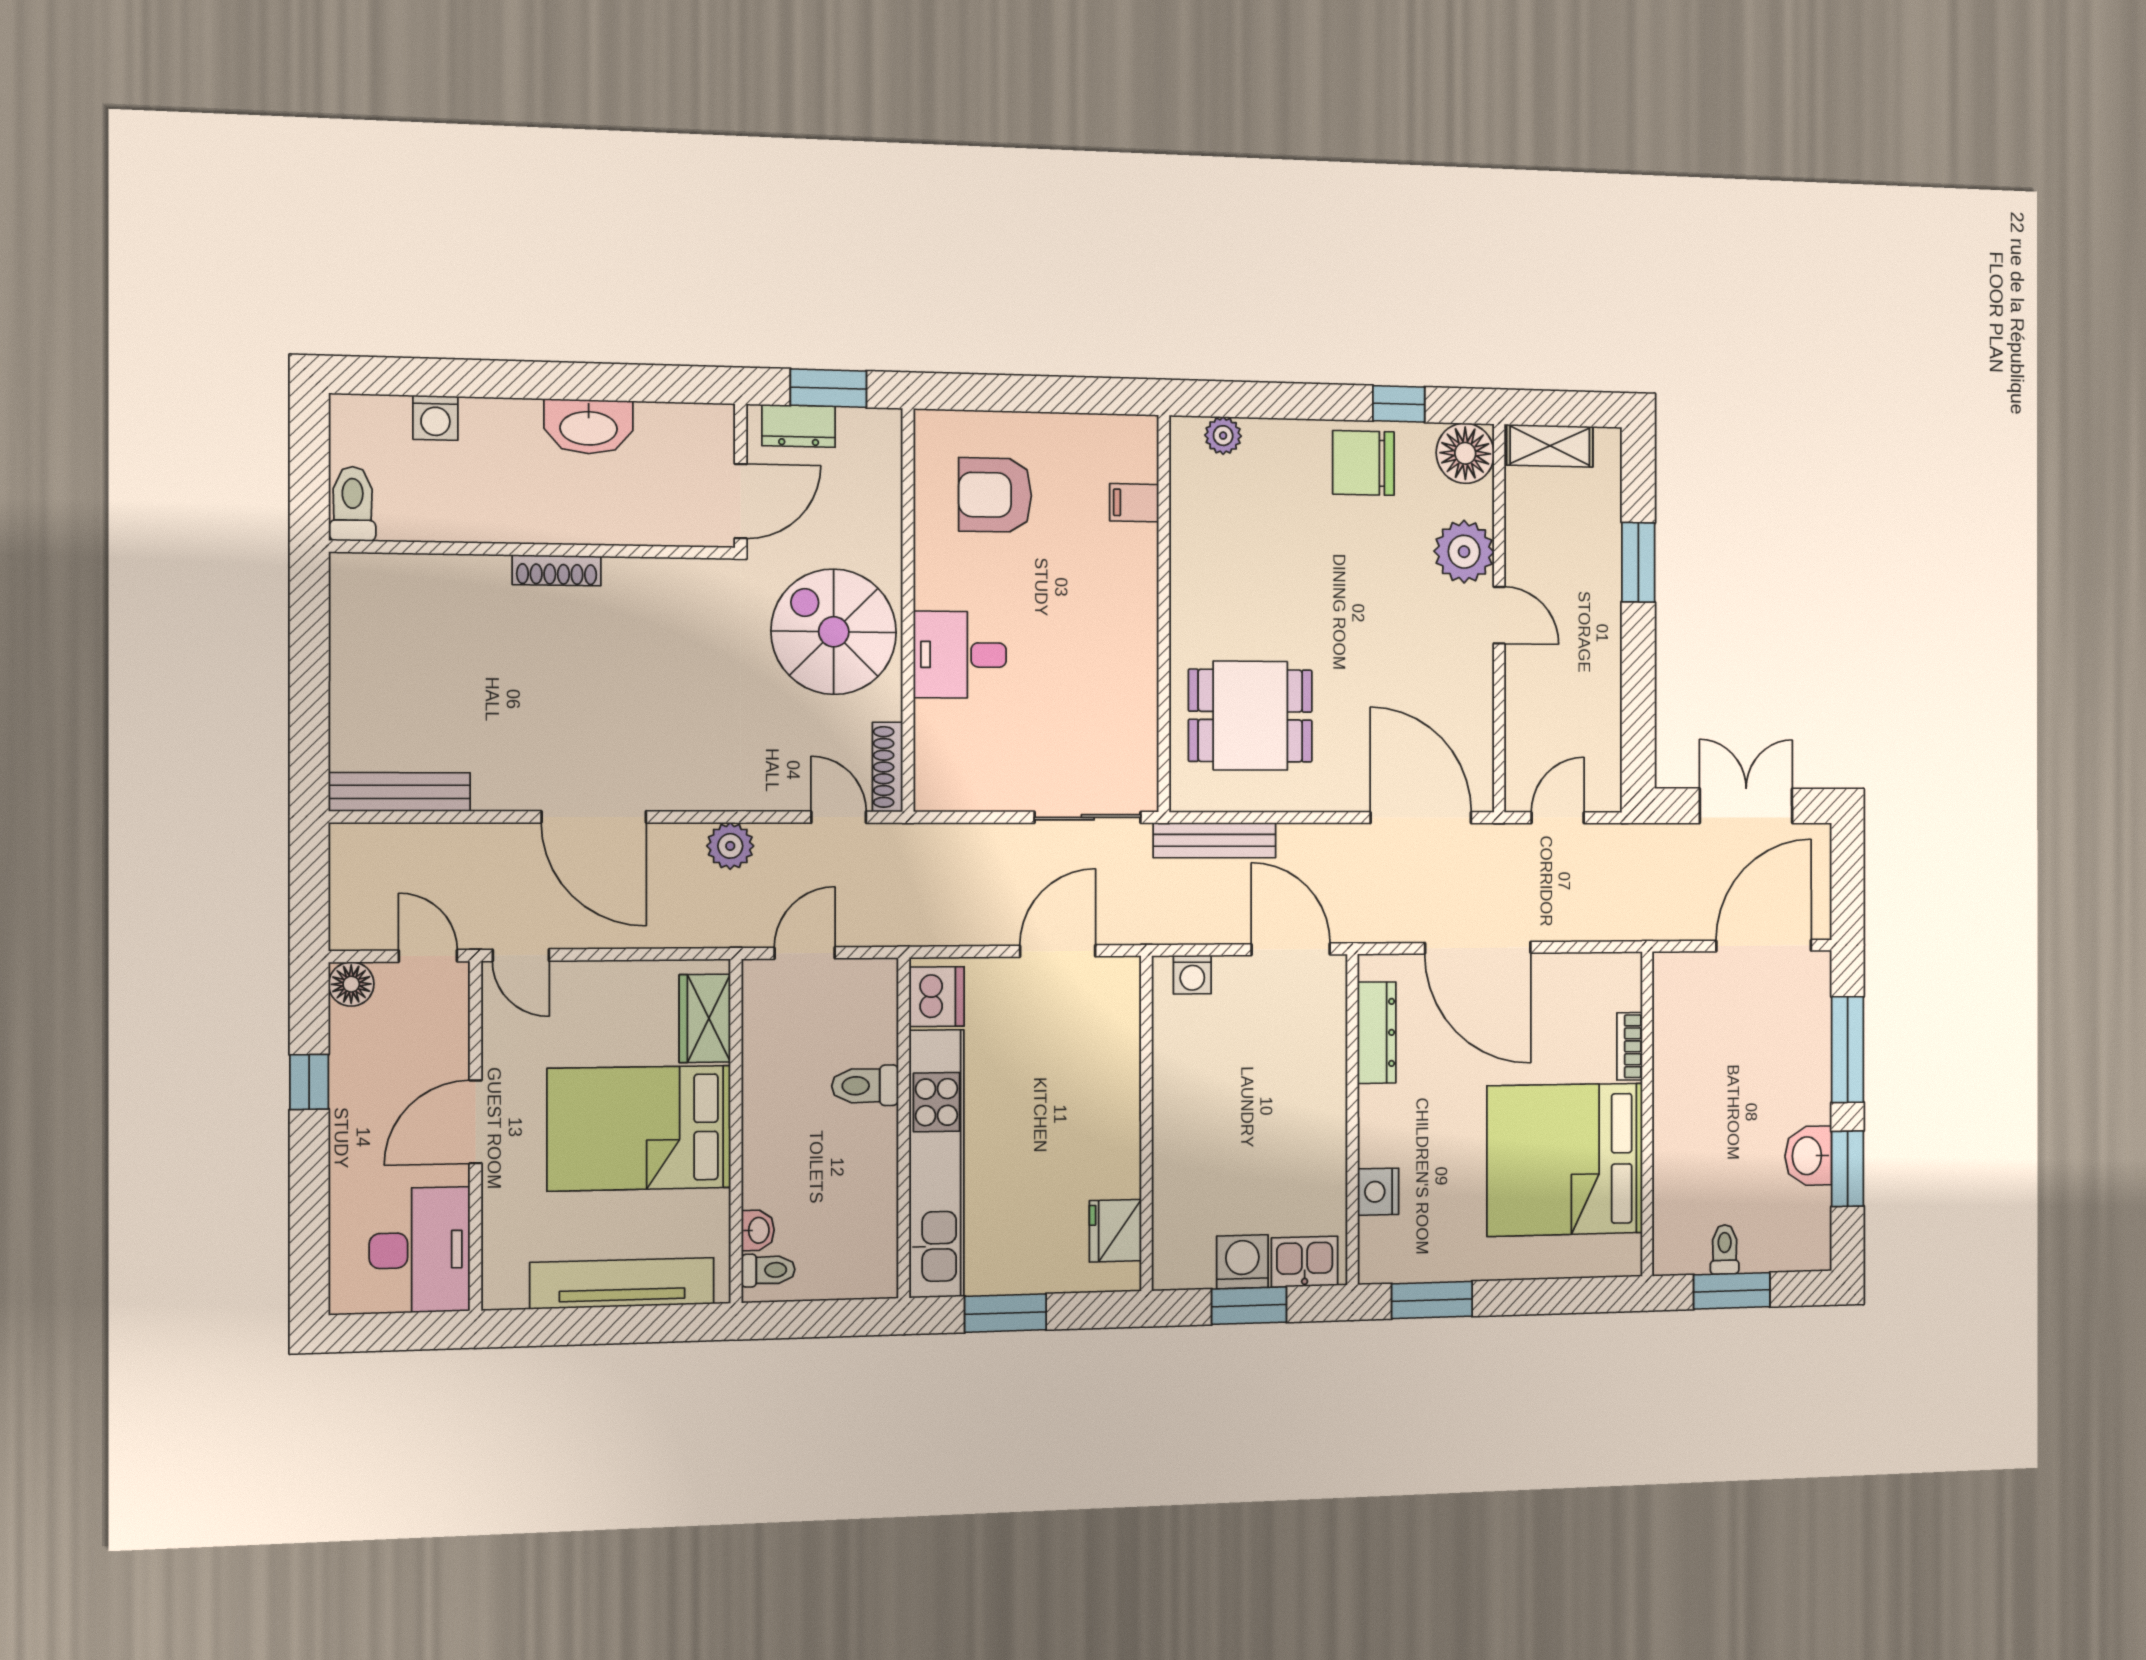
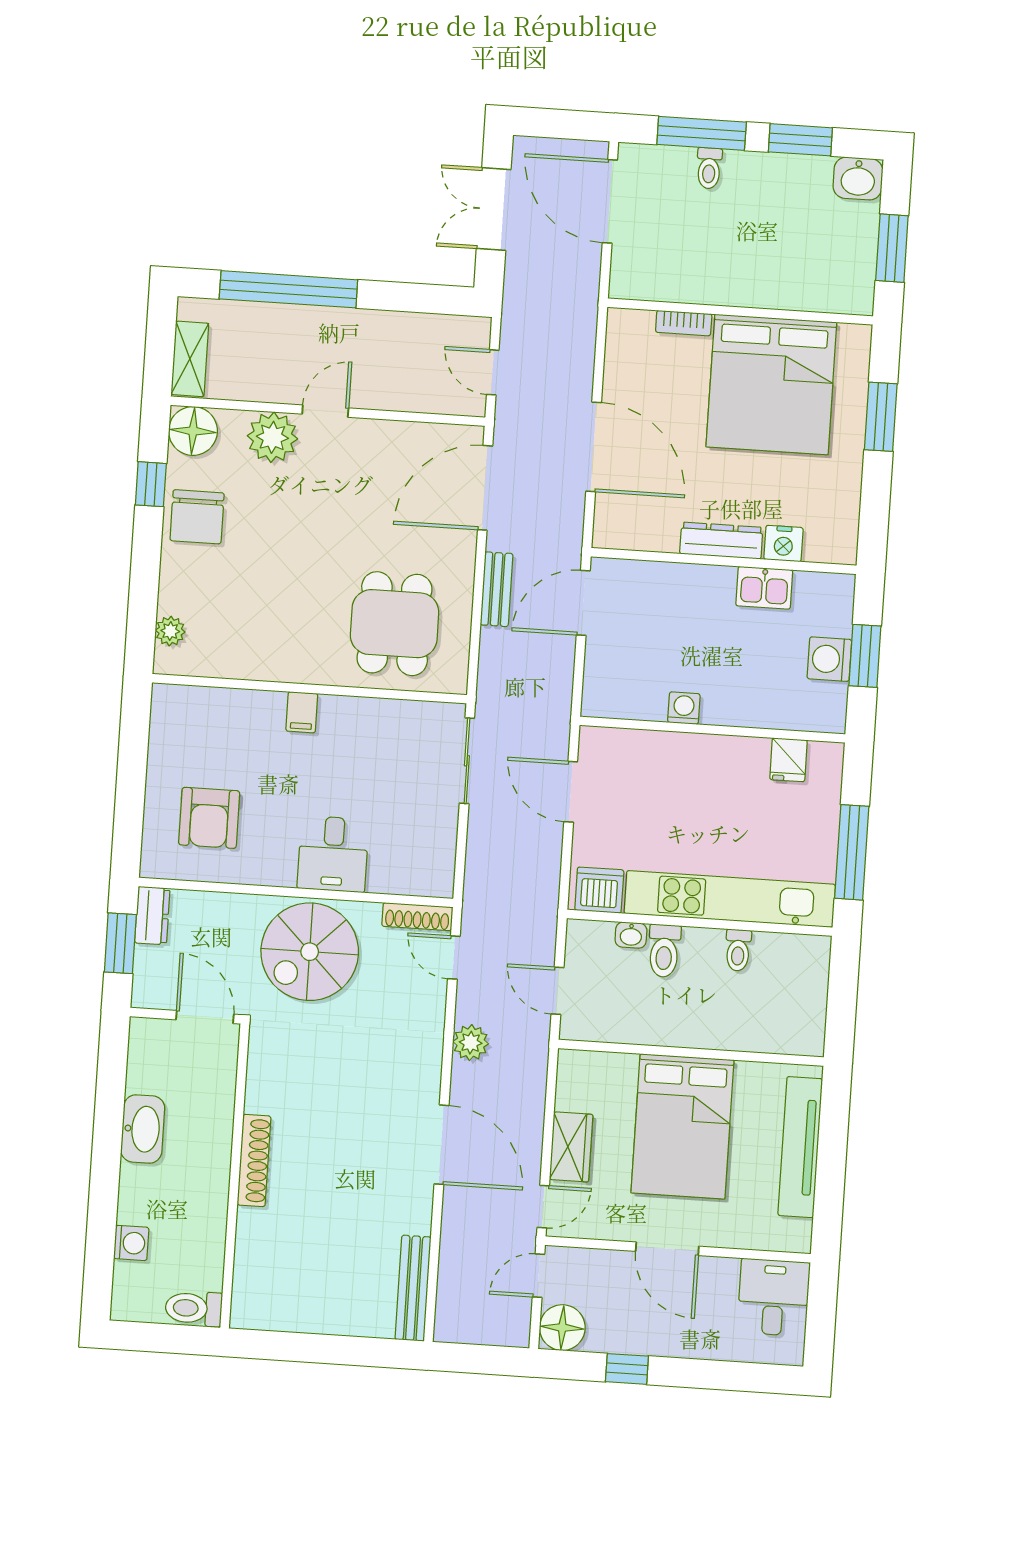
dresser: (799, 426) -> (152, 916), moved
filing cabinet: (1134, 503) -> (302, 712), moved
window: (1638, 562) -> (288, 289), width x2.11
shoe rack: (557, 570) -> (254, 1160), width x1.36, depth x1.24
door: (594, 817) -> (441, 1145), hinge flipped
door: (839, 817) -> (454, 957), hinge flipped
bench: (1215, 840) -> (497, 589), moved, width x0.73
door: (1478, 948) -> (594, 447), hinge flipped
washing machine: (1192, 975) -> (684, 708), moved, turned -90
floor lamp: (351, 984) -> (562, 1328), width x1.38, depth x1.38
wardrobe: (705, 1018) -> (571, 1147), moved, turned -90
dresser: (1377, 1033) -> (721, 541), moved
washbasin: (1808, 1156) -> (858, 179), moved
washbasin: (758, 1230) -> (631, 935), moved, turned 180
fridge: (1115, 1231) -> (788, 760), width x0.72
toilet: (1725, 1249) -> (709, 168), moved, turned -90
desk: (420, 1250) -> (774, 1297), width x0.73
kitchen sink: (1305, 1262) -> (764, 588), moved, turned -90
toilet: (768, 1270) -> (738, 950), moved, turned 180
window: (1432, 1300) -> (881, 417), moved
window: (1005, 1313) -> (852, 852), width x1.44

